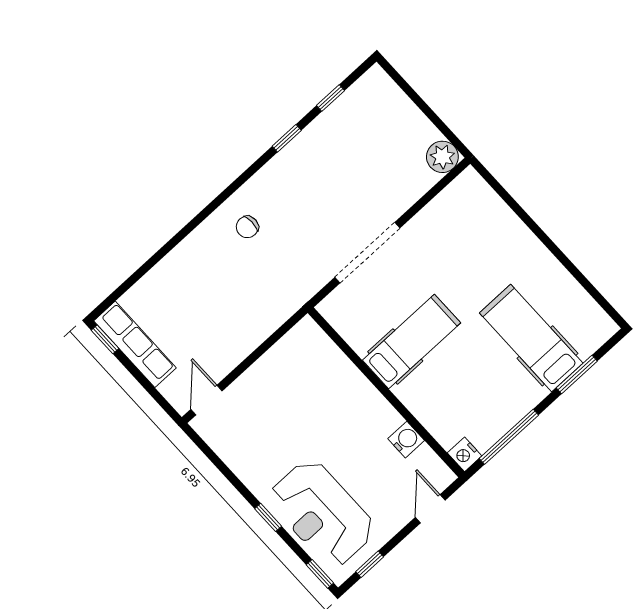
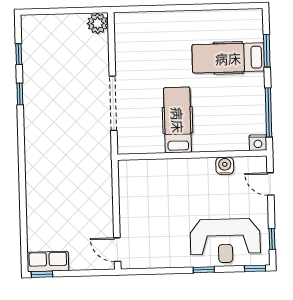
chair: (247, 227) -> (47, 153), removed
row of seats: (135, 344) -> (48, 262), width x0.68

